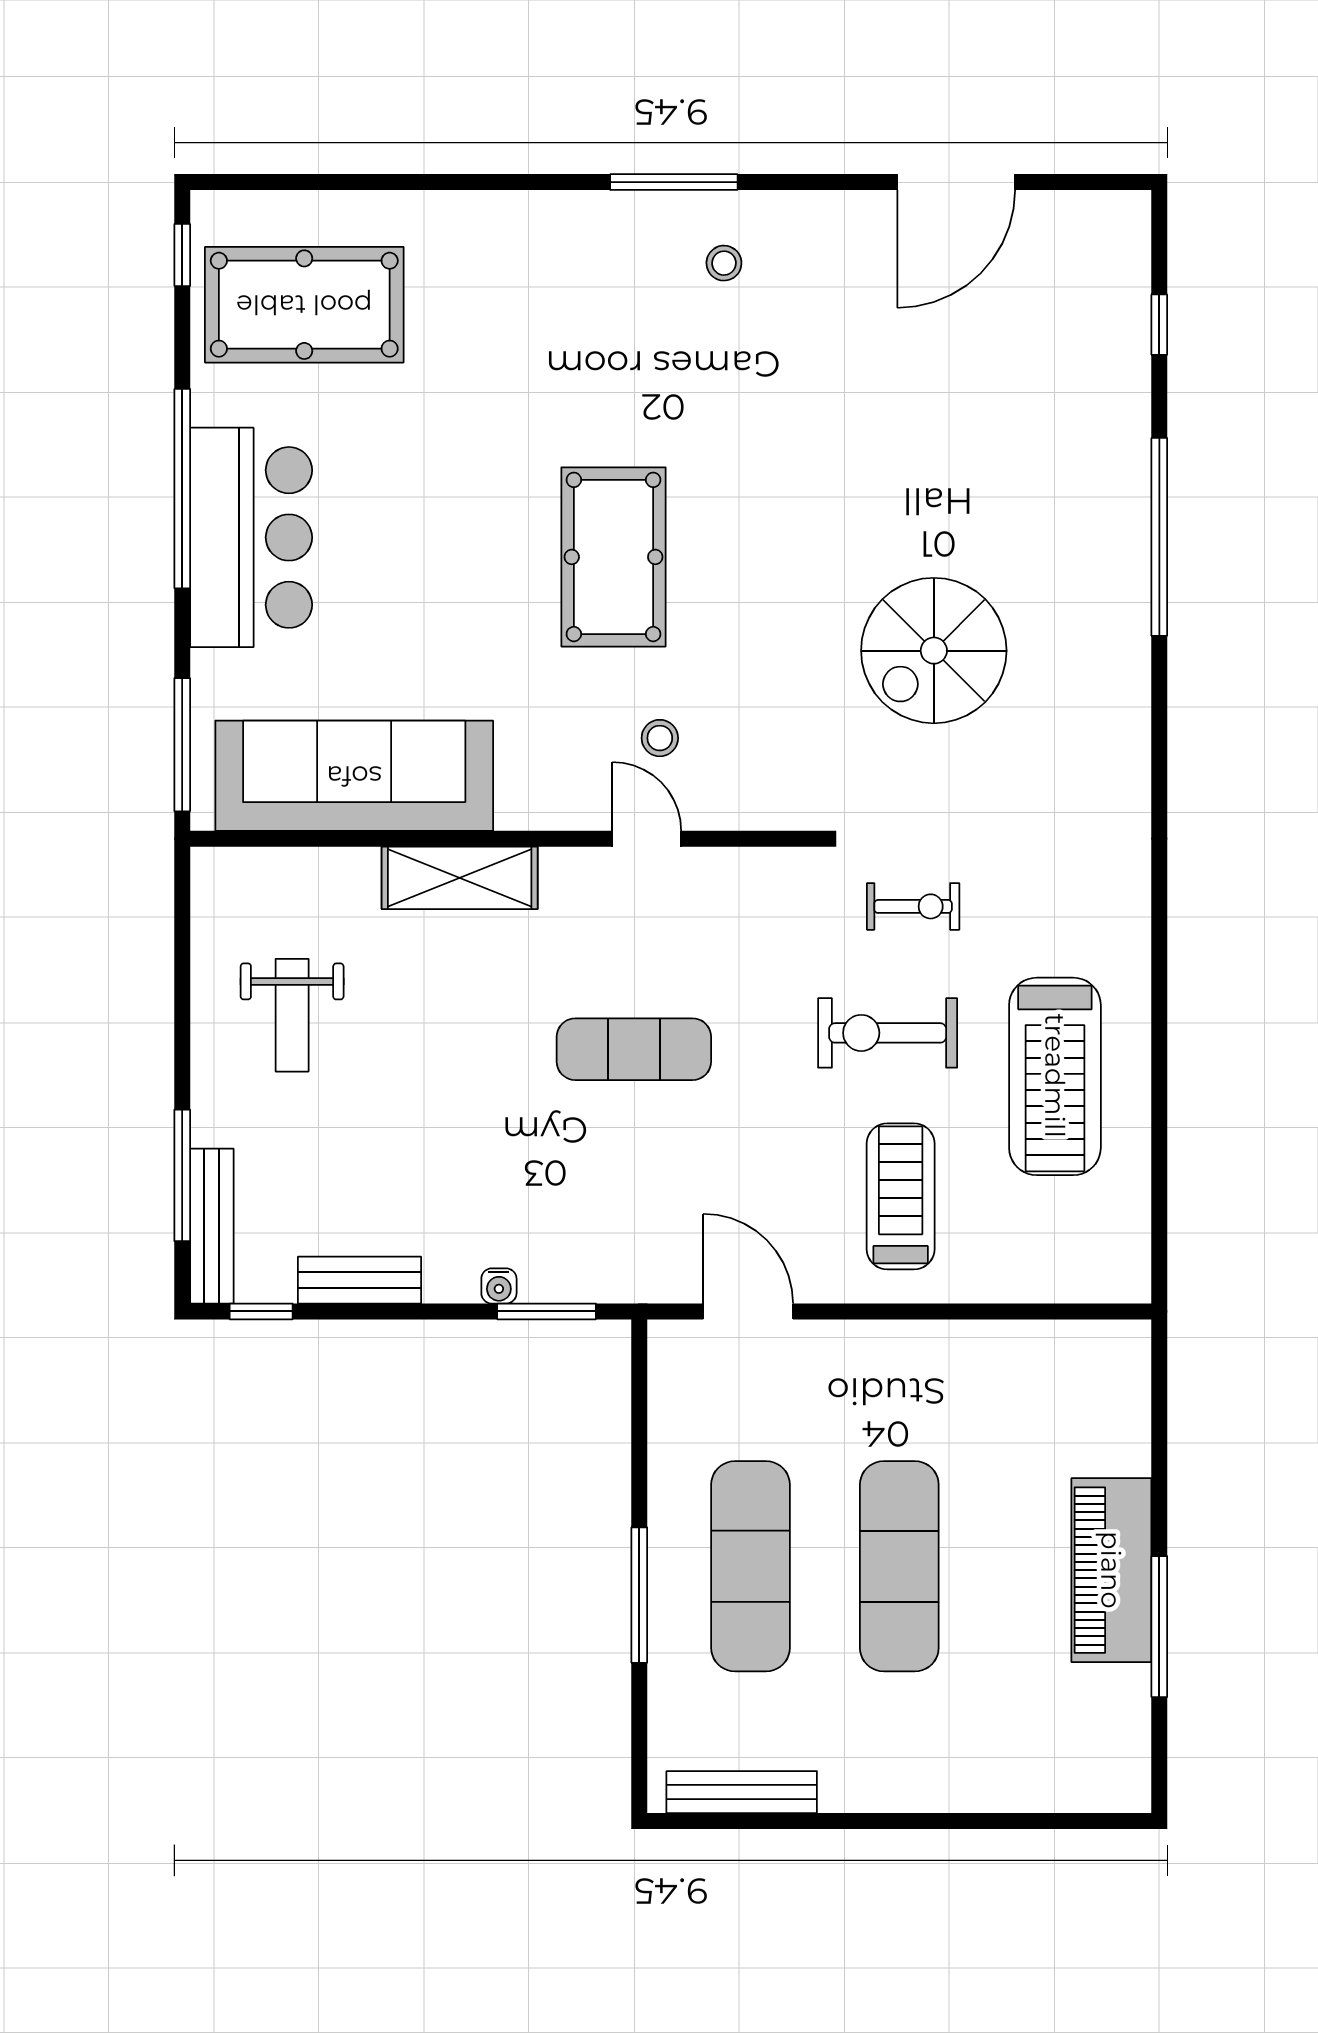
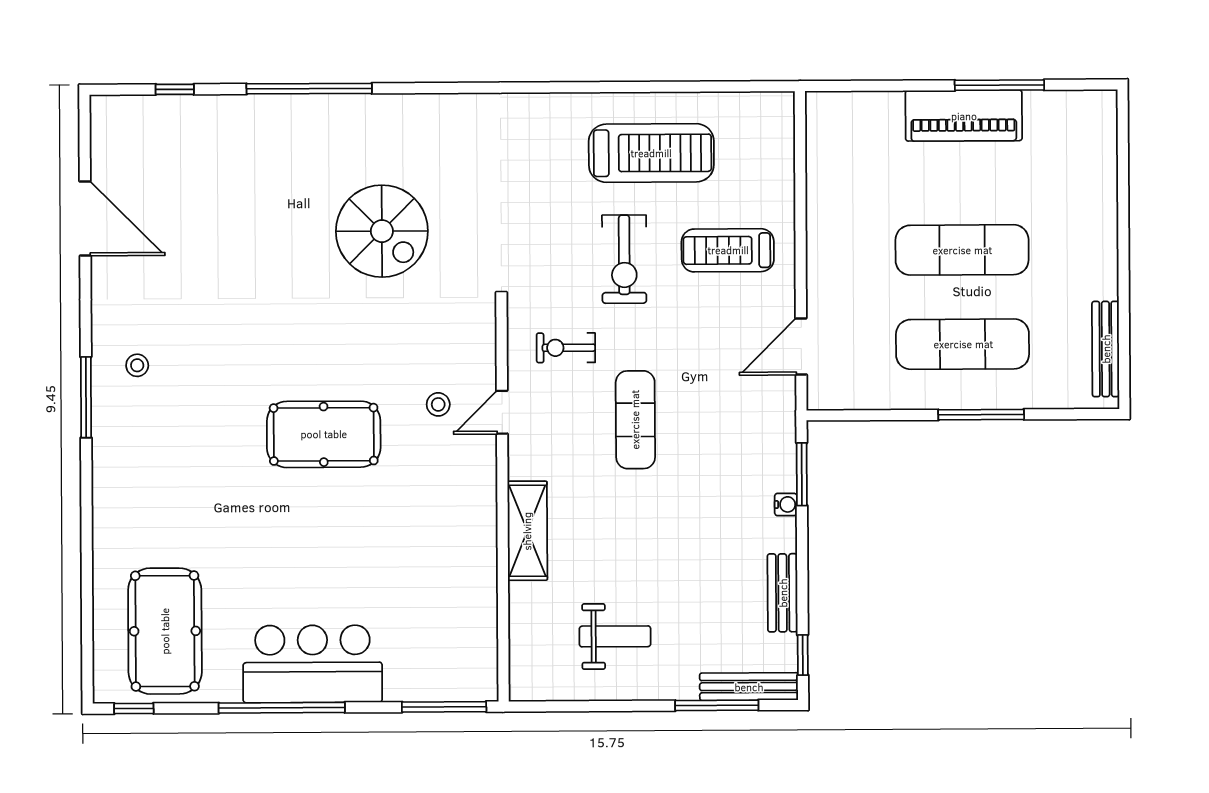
sofa: (354, 776) -> (463, 598), removed
exercise bike: (913, 906) -> (566, 348), moved, turned -90

